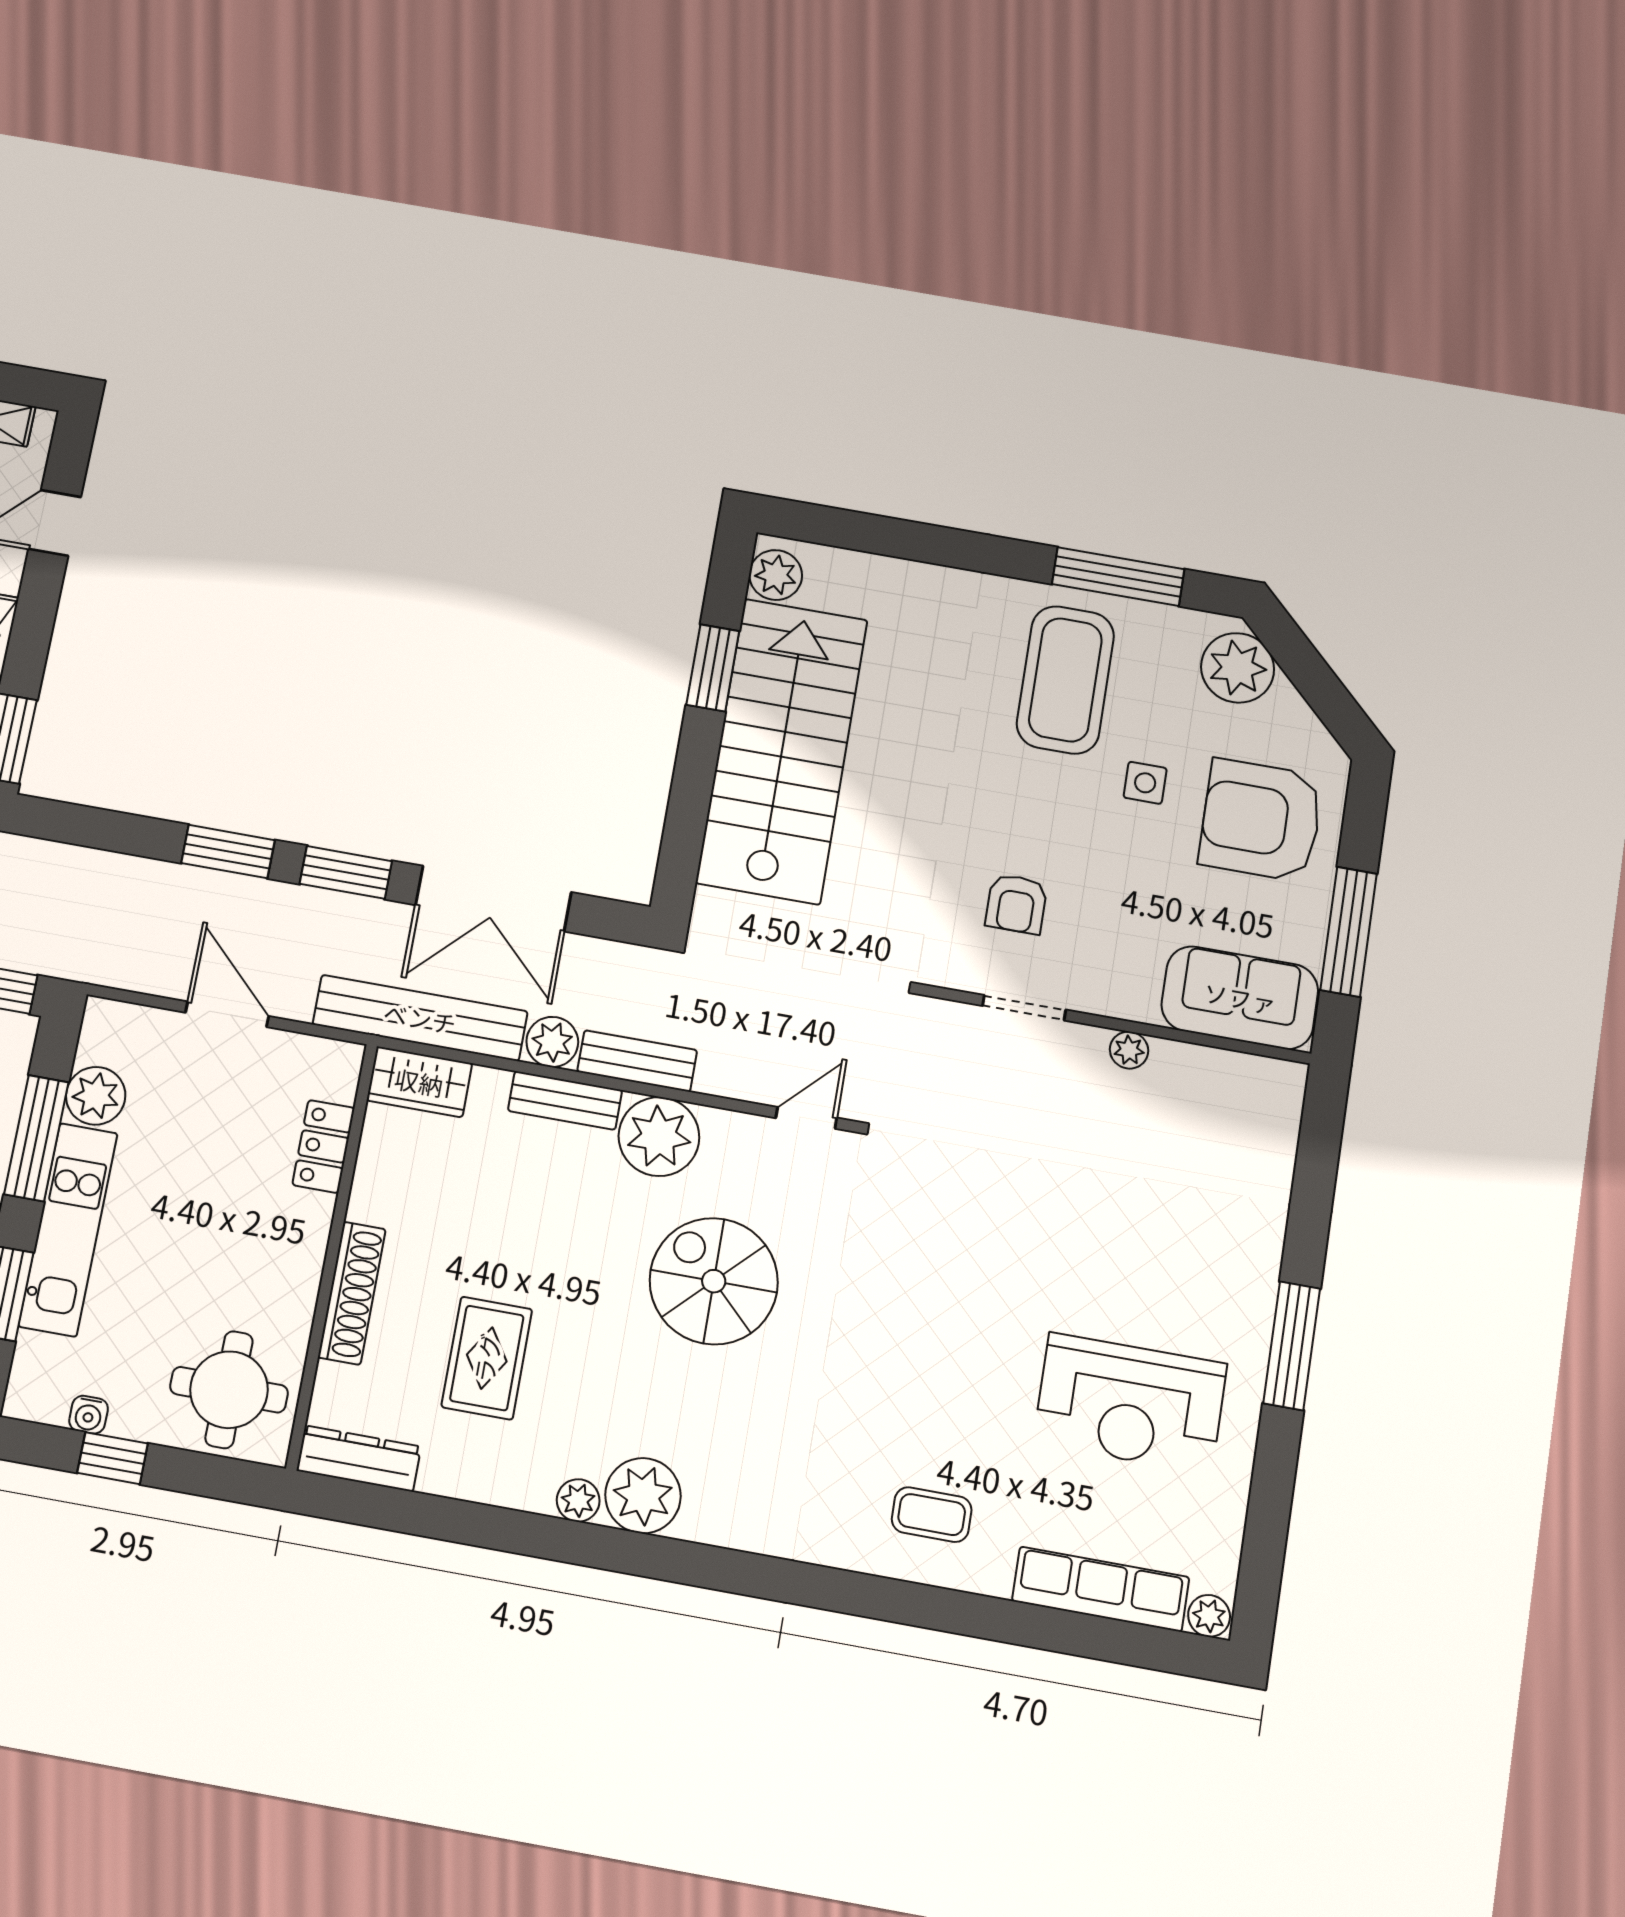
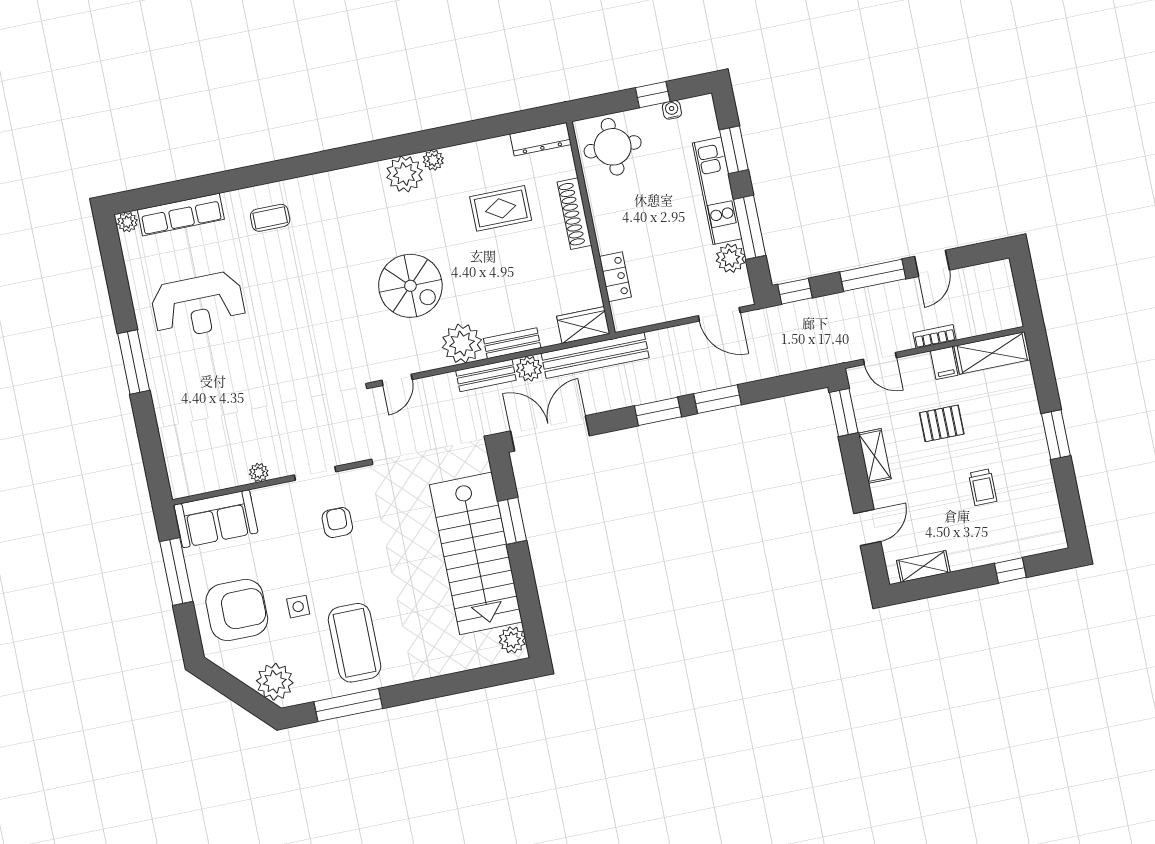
window: (713, 668) -> (512, 521), moved
double door: (493, 899) -> (550, 433), moved
door: (227, 1014) -> (719, 314), moved
rug: (487, 1358) -> (501, 208), turned 90
reception desk: (1130, 1403) -> (198, 306), turned 180

